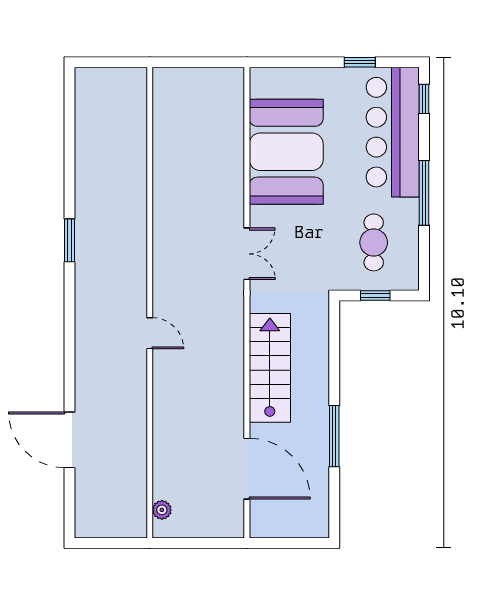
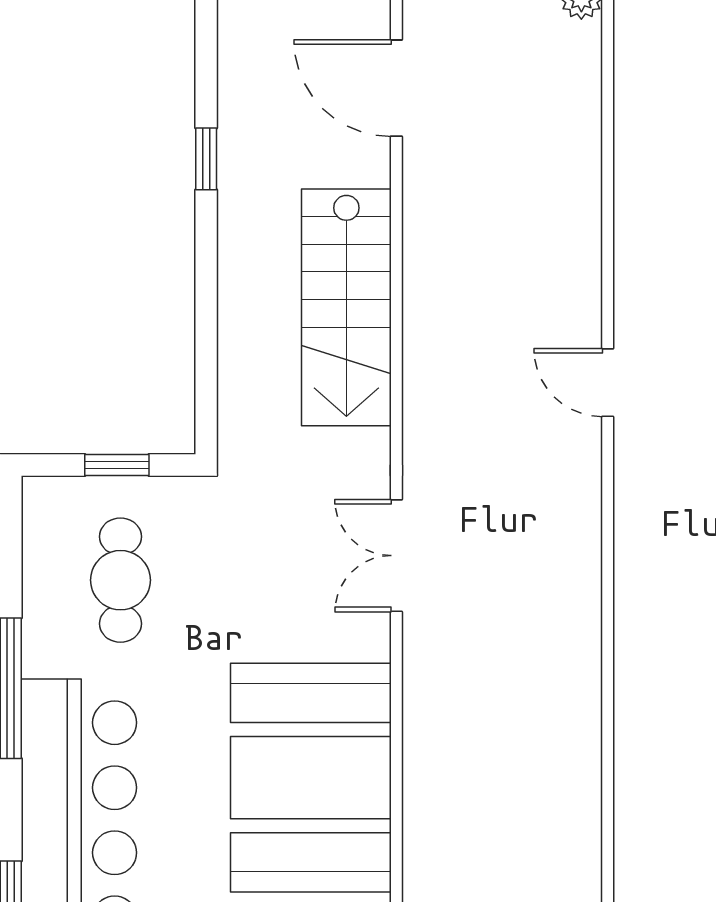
window: (334, 436) -> (206, 159), width x0.46
door: (247, 469) -> (396, 88), width x0.73

